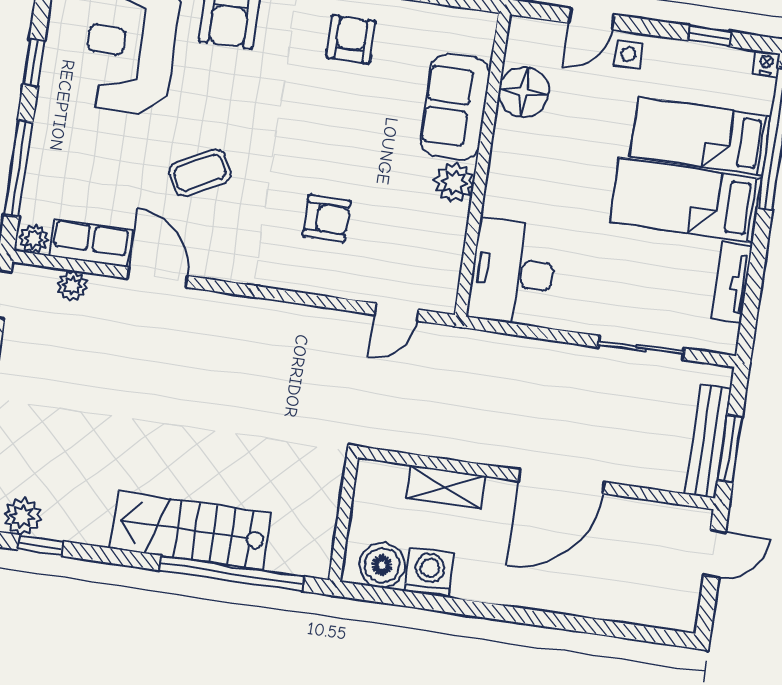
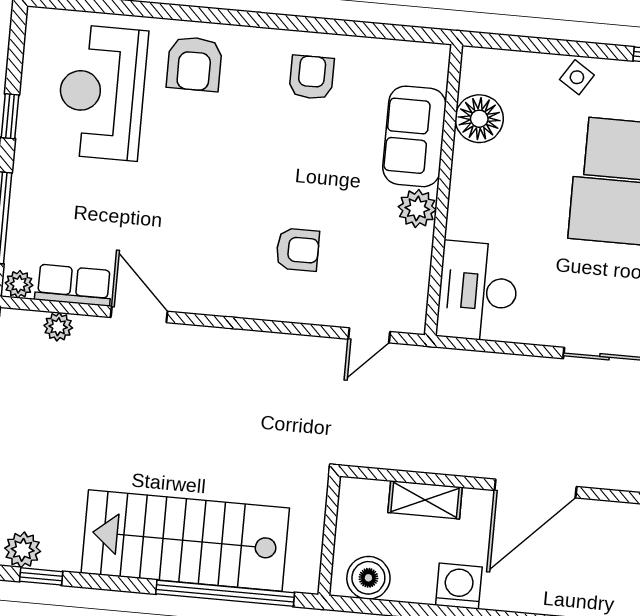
door: (591, 19) -> (540, 45), removed
side table: (628, 54) -> (577, 77), turned 33
coffee table: (200, 173) -> (174, 213), removed
stairs: (191, 531) -> (185, 541), width x1.36, depth x1.51
washing machine: (429, 572) -> (459, 586), moved

